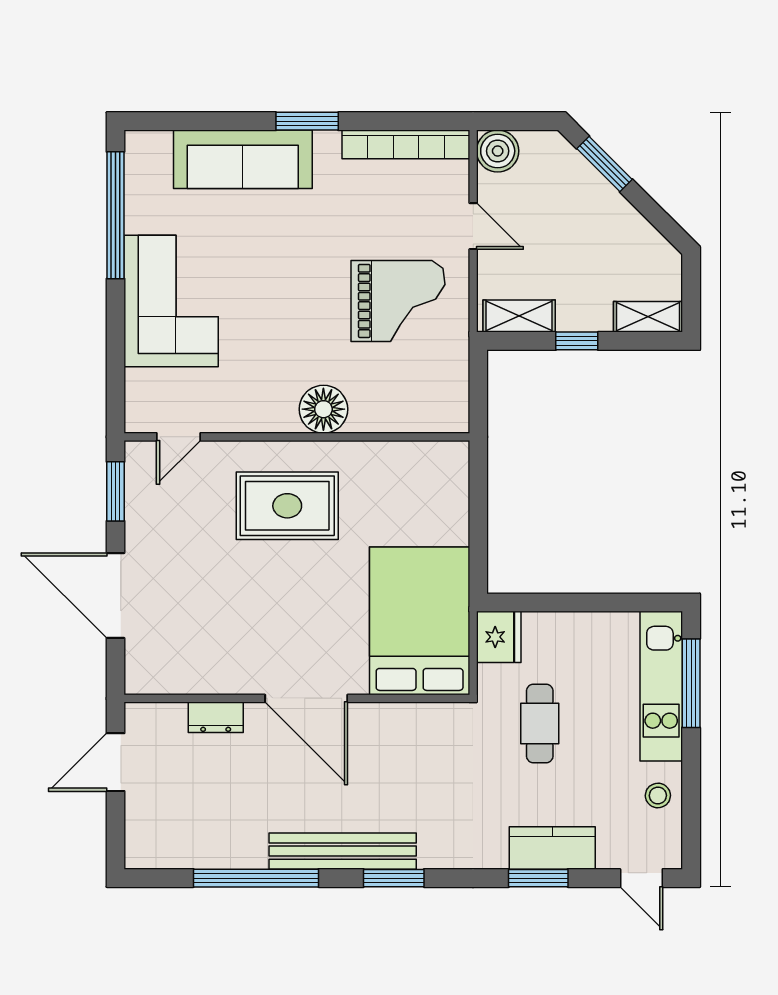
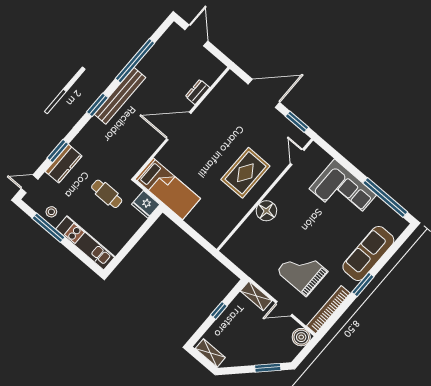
grand piano: (398, 301) -> (302, 271), moved, turned 90
shelving: (519, 316) -> (256, 296), moved, turned 90
shelving: (648, 317) -> (210, 353), moved, turned 90
bed: (420, 621) -> (168, 189), width x0.67
window: (691, 683) -> (48, 228), moved
door: (116, 762) -> (196, 35), moved

